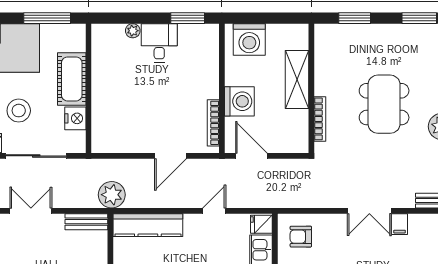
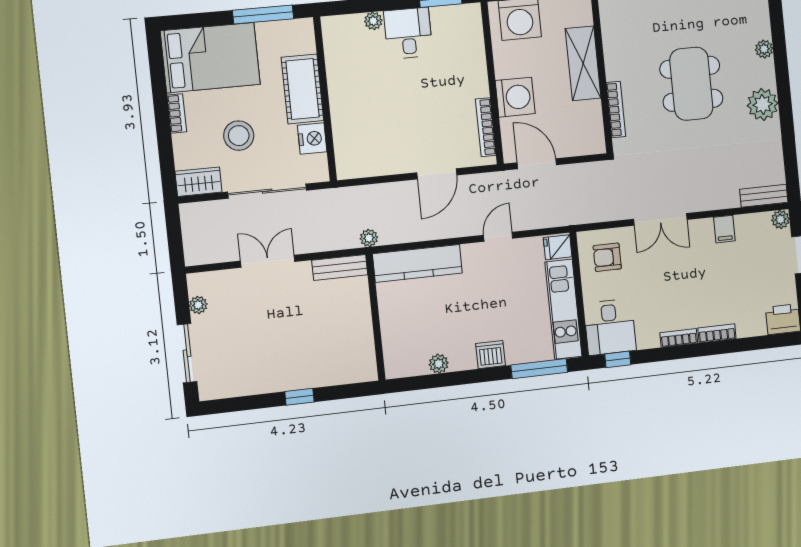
plant: (112, 195) -> (369, 238), width x0.53, depth x0.53
double door: (369, 211) -> (660, 219), moved

